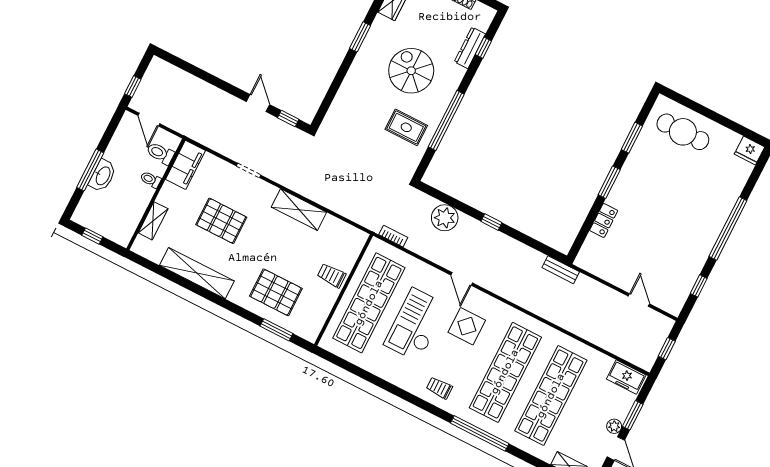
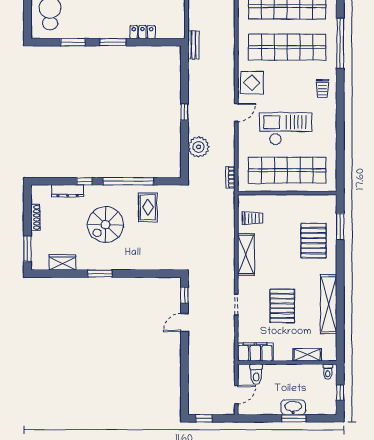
window: (483, 48) -> (84, 181), moved
window: (133, 86) -> (204, 418), moved
window: (90, 170) -> (294, 418), width x0.69
toilet: (151, 180) -> (328, 372), moved
trolley: (332, 276) -> (252, 218), moved, turned -90
checkout: (416, 325) -> (286, 129), turned 180
display table: (467, 326) -> (252, 83), moved

